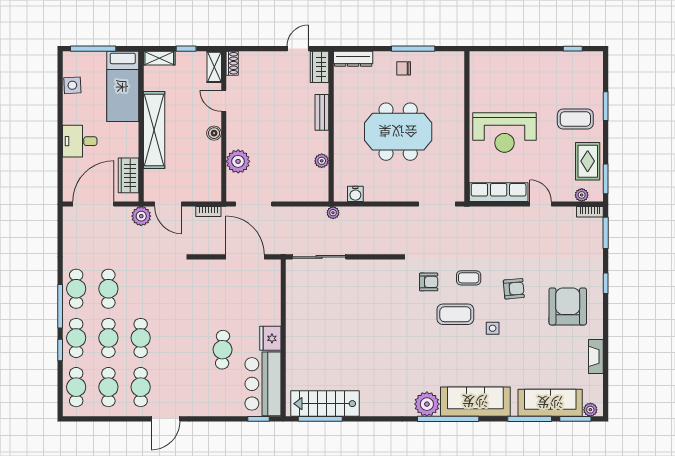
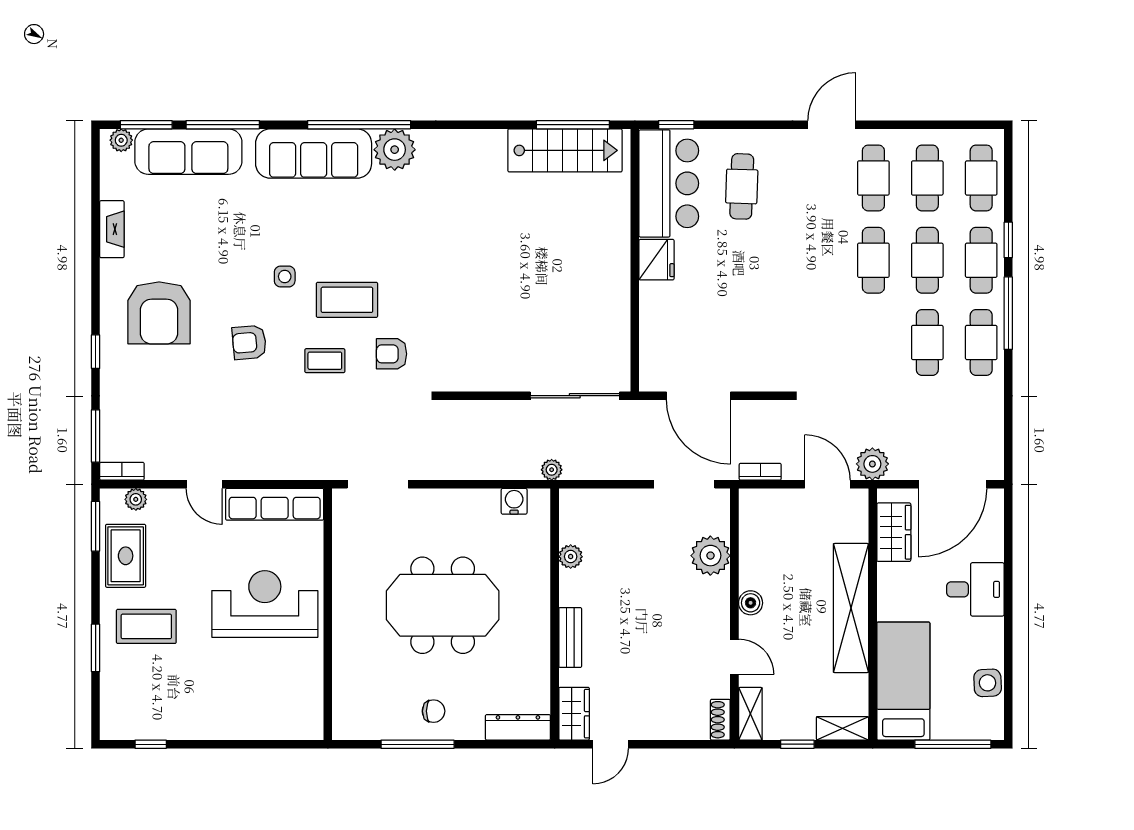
cafe table: (223, 350) -> (742, 186), moved

